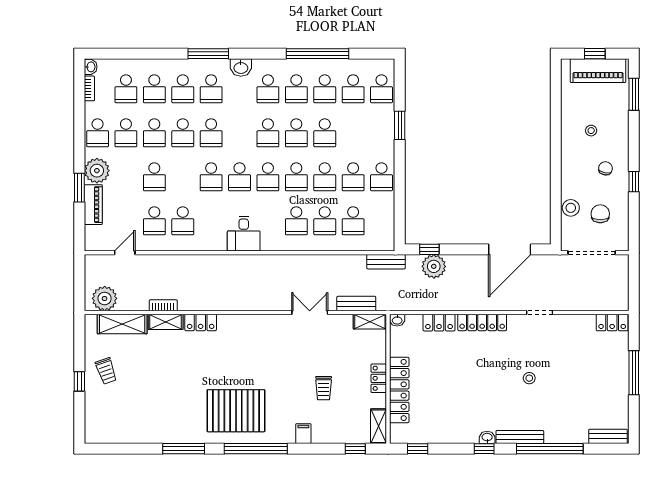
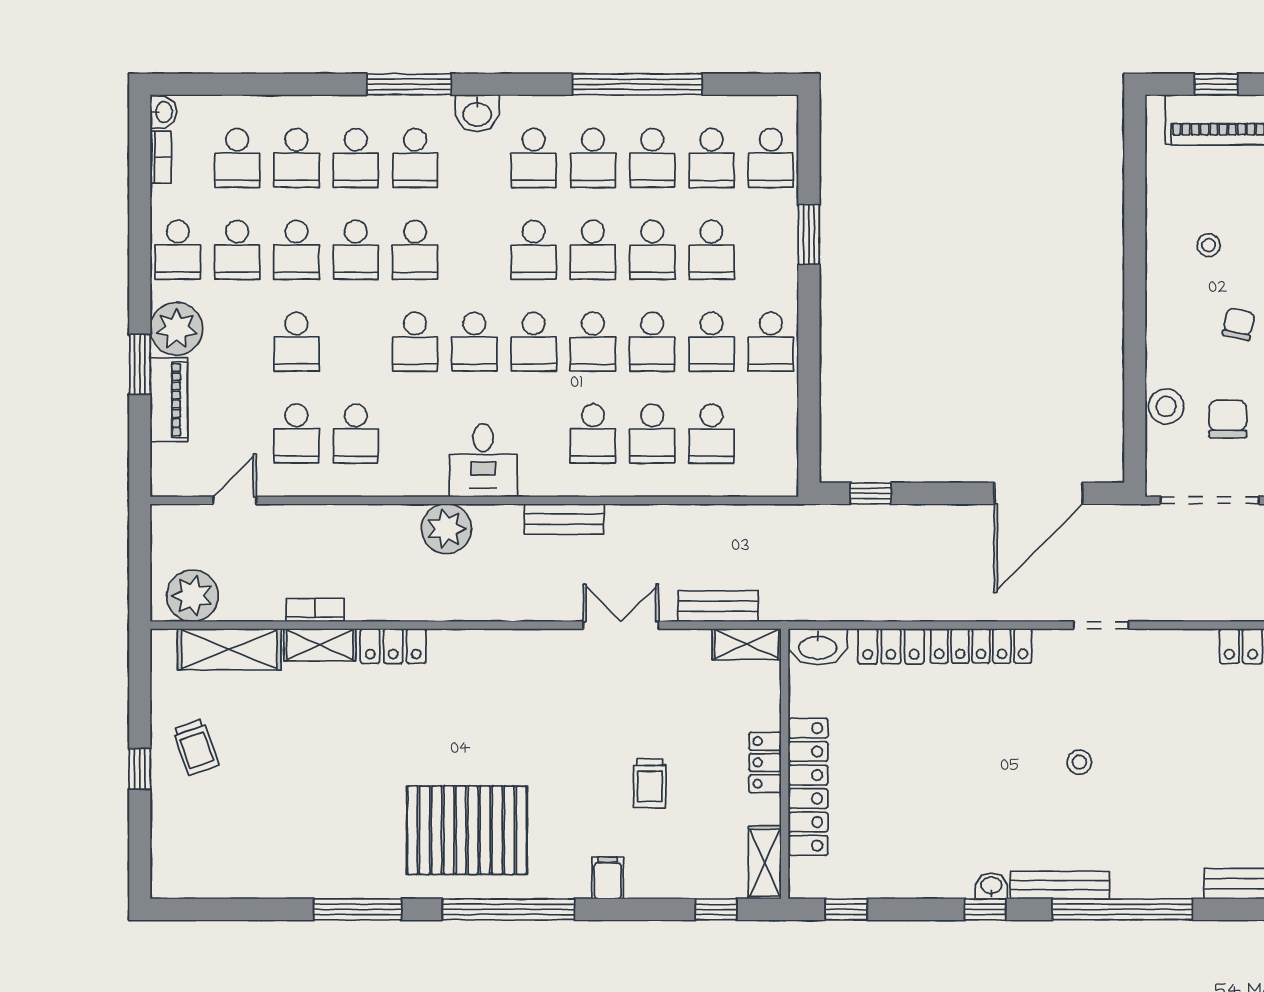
school desk: (353, 133) -> (712, 250), added
bench: (386, 262) -> (564, 519), moved
plant: (434, 266) -> (446, 529), moved
washbasin: (397, 320) -> (818, 647), width x1.91, depth x1.45

